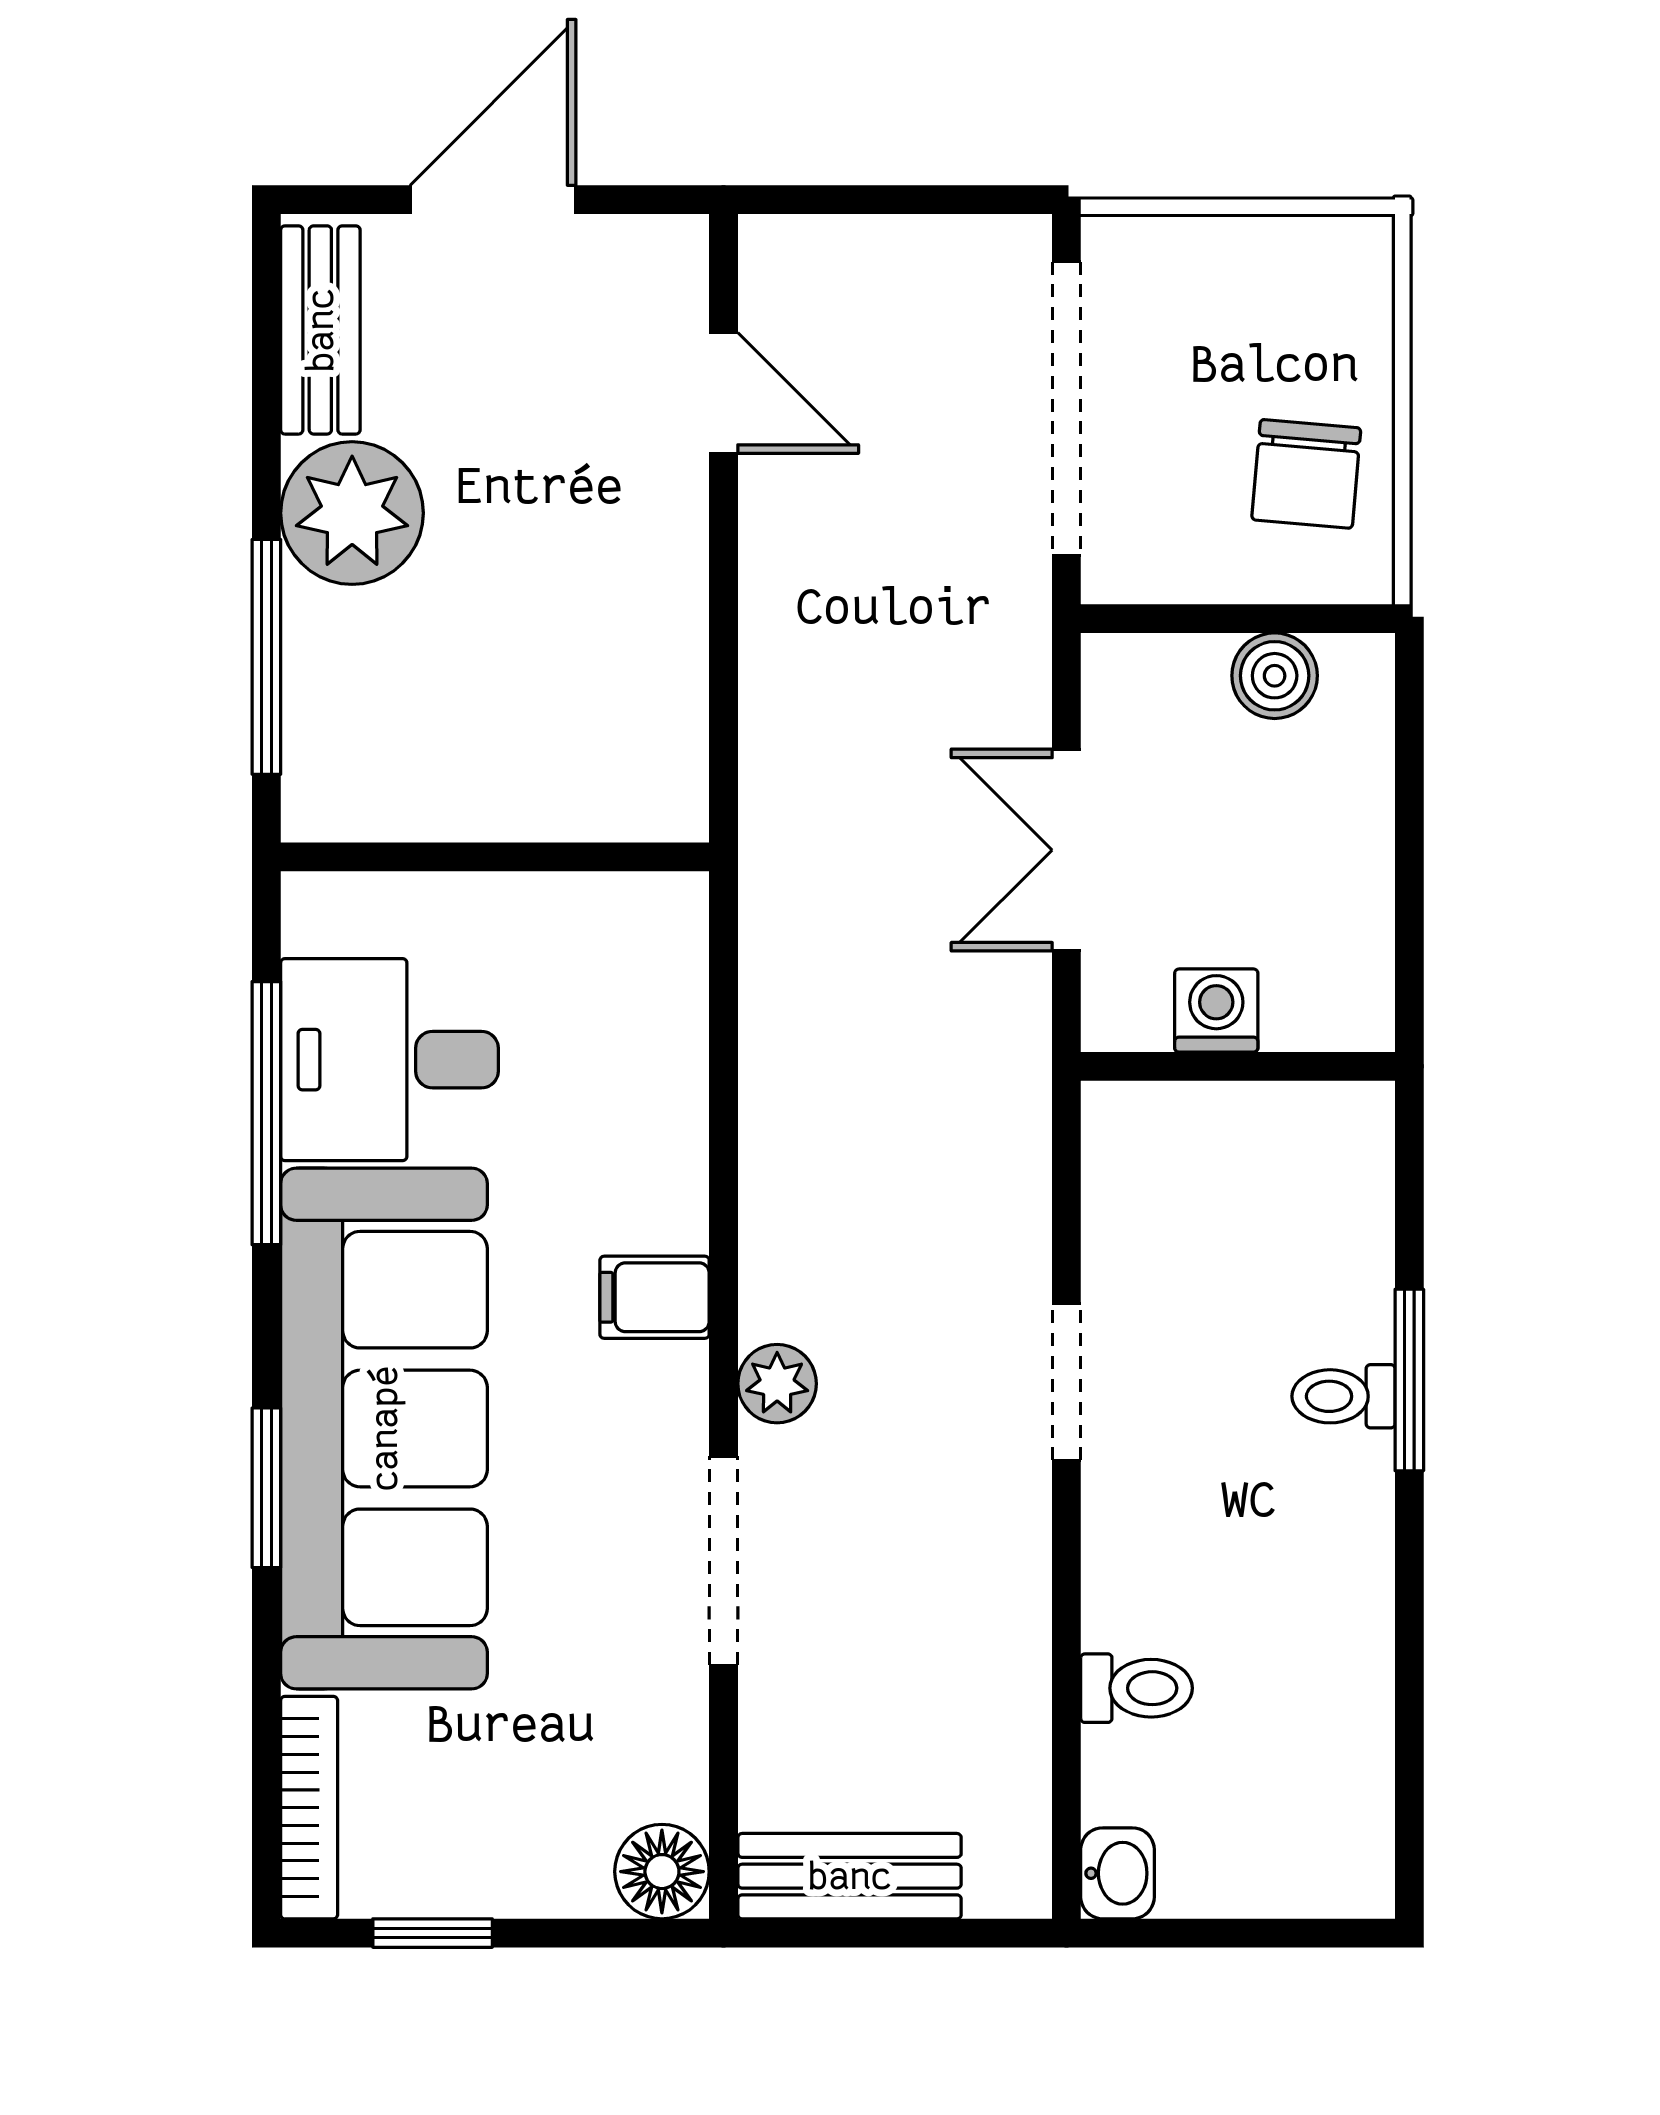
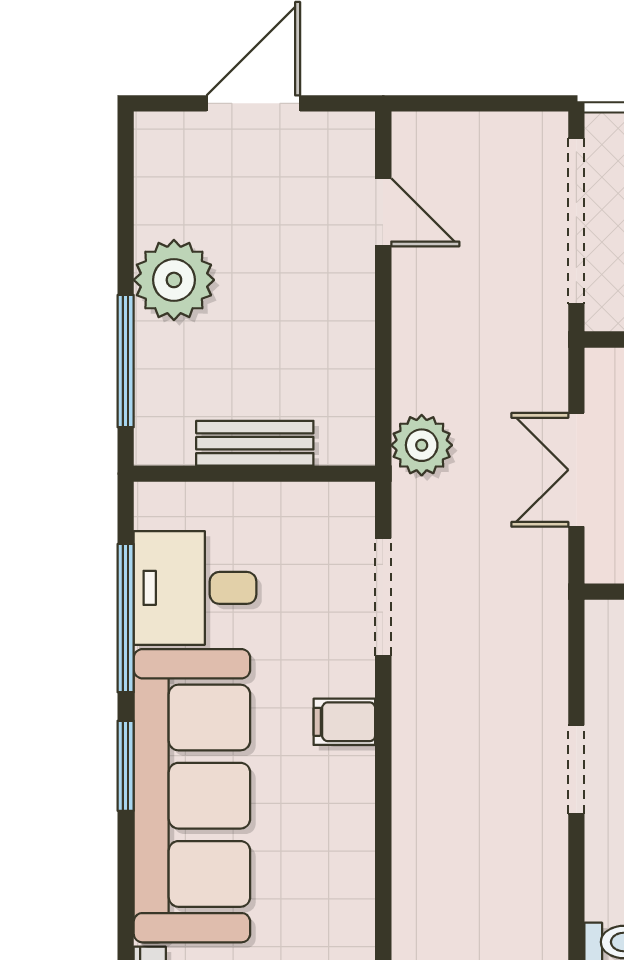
bench: (320, 330) -> (255, 443), moved, turned 90
plant: (777, 1384) -> (422, 445), moved, width x1.38, depth x1.38
window: (266, 1488) -> (126, 766), moved
doorway: (724, 1561) -> (383, 597), moved

